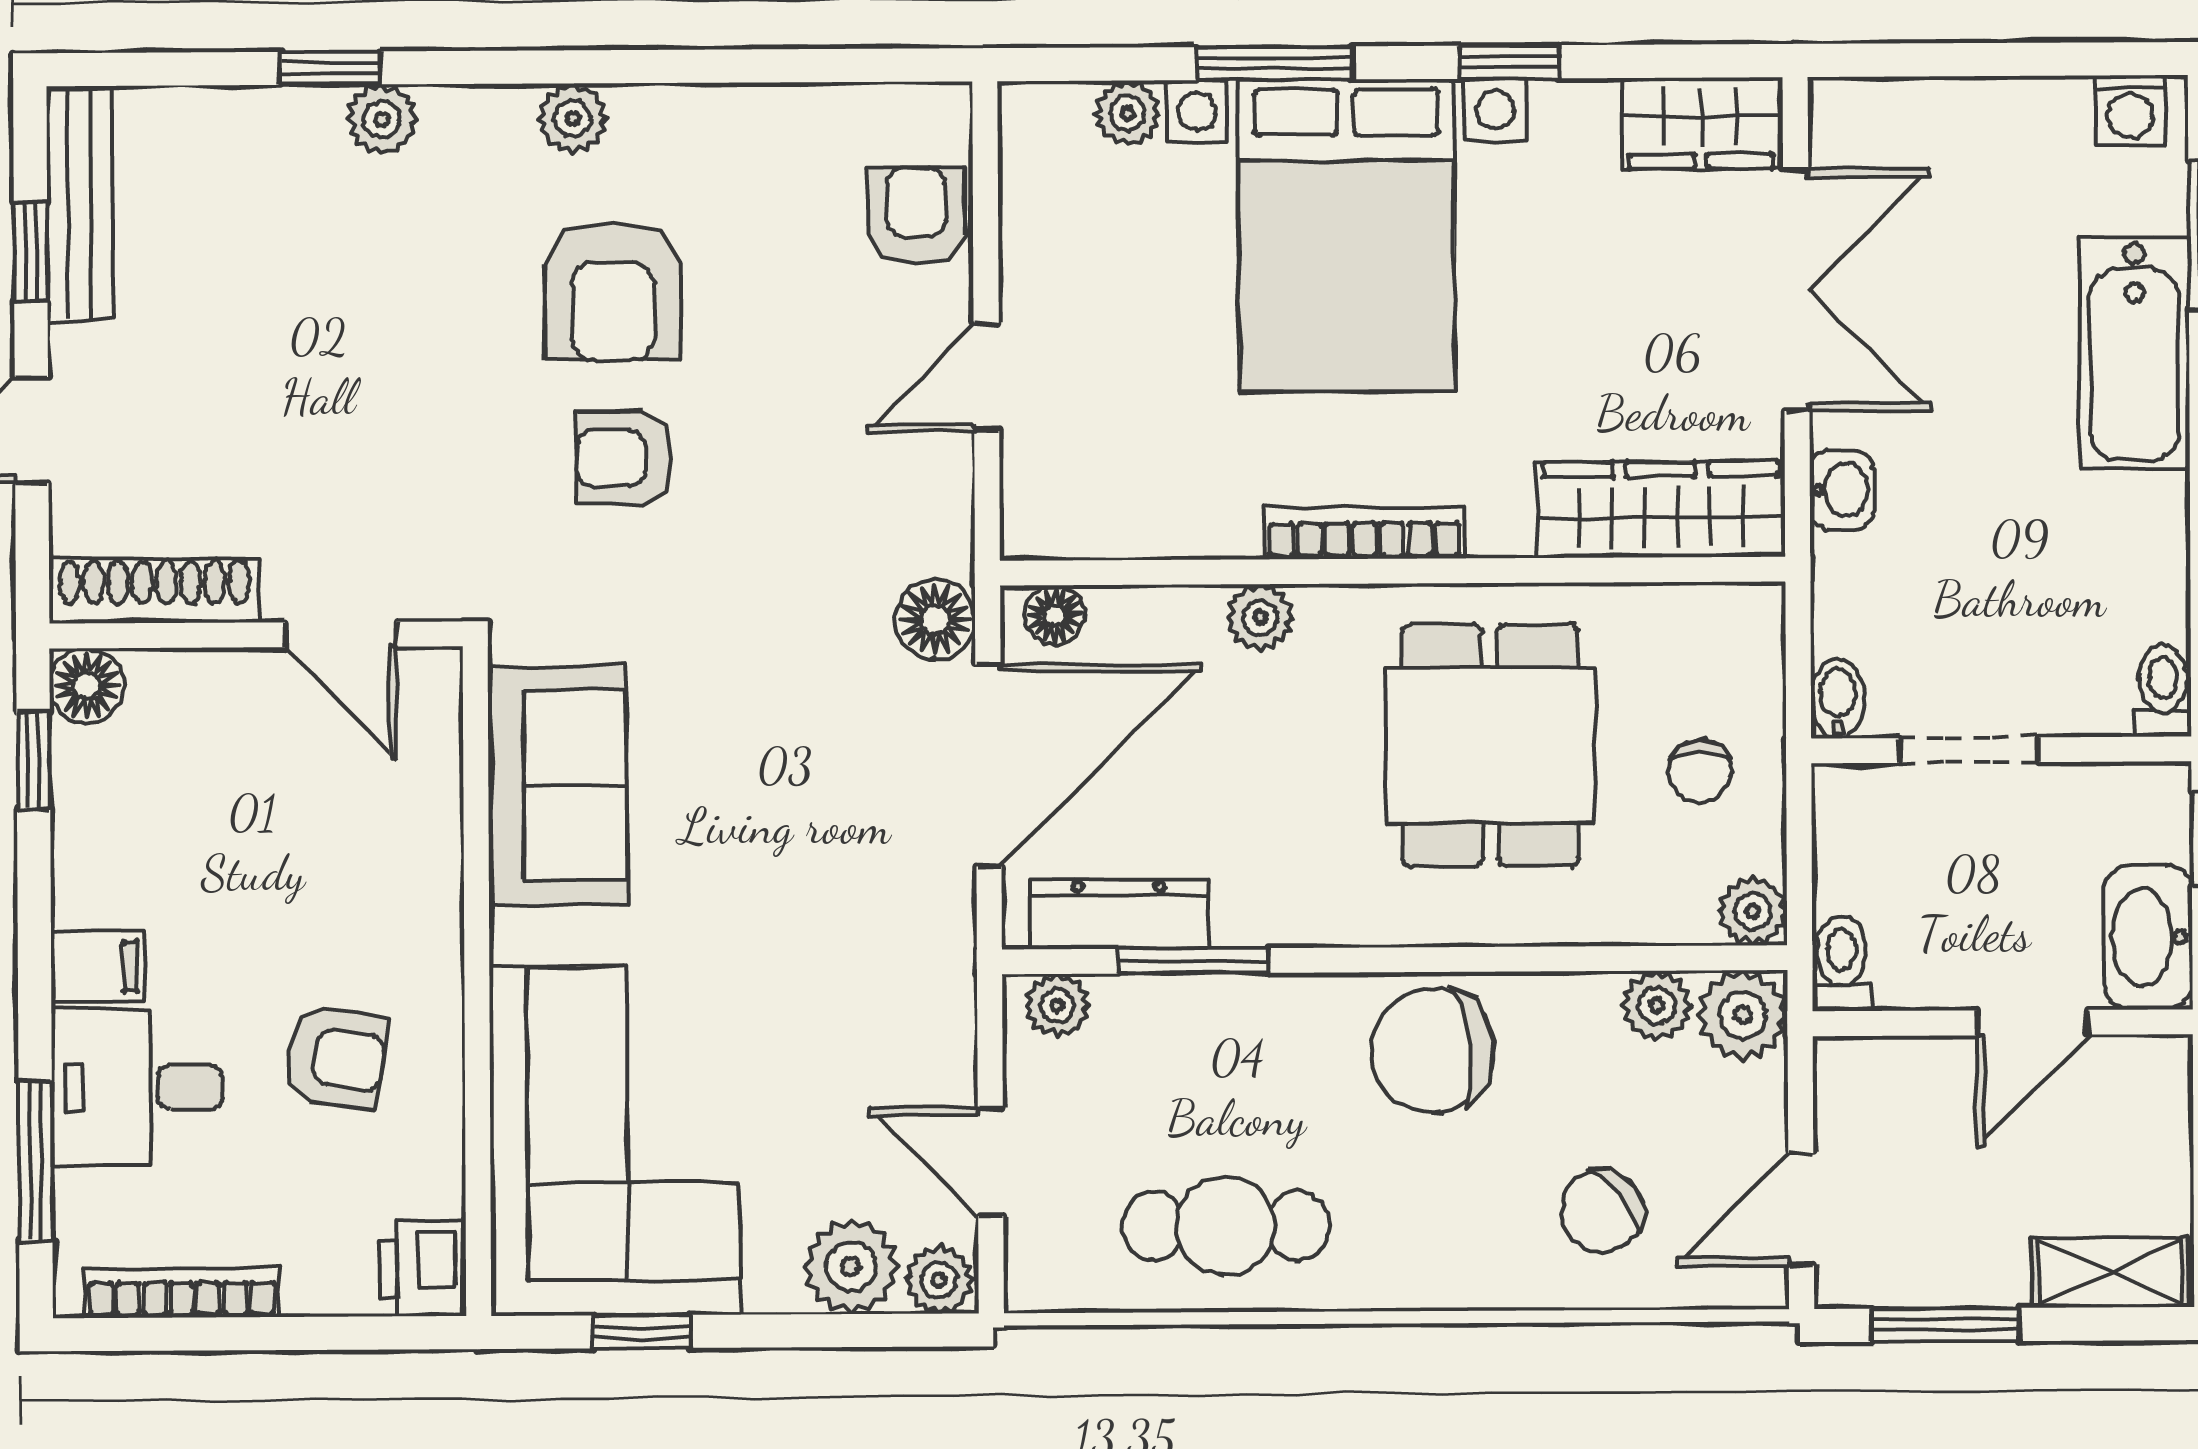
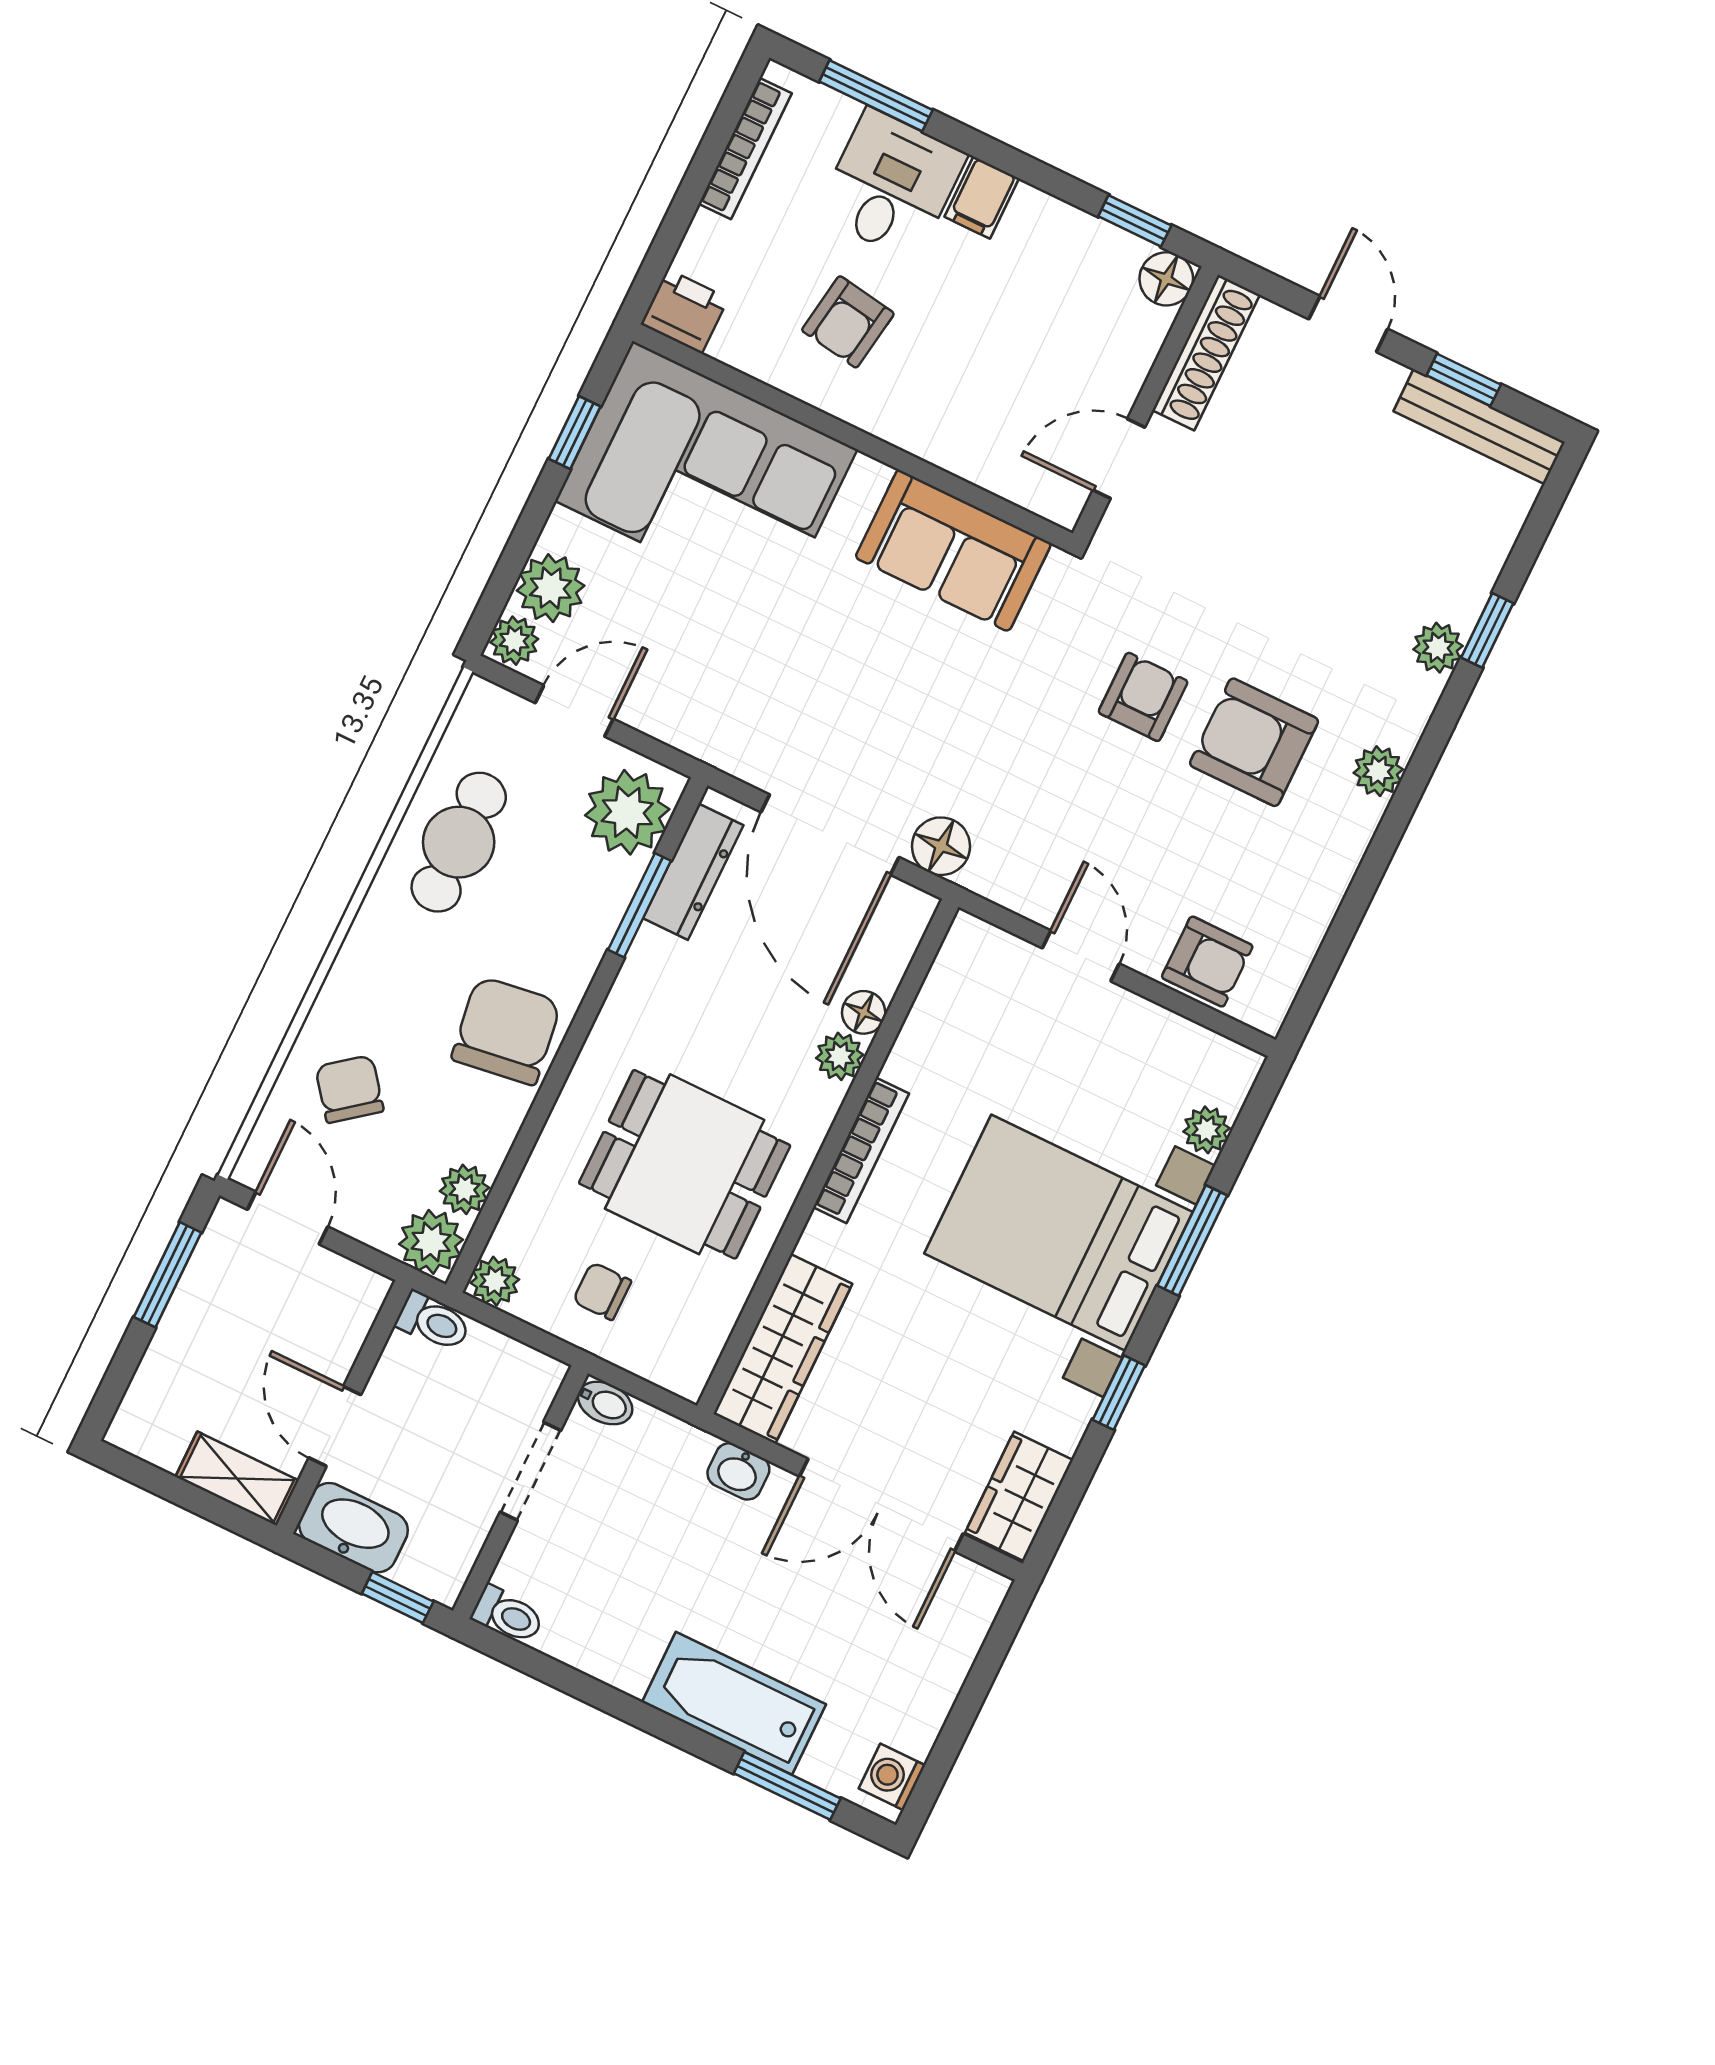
floor lamp: (1055, 615) -> (864, 1012), moved
plant: (1057, 1006) -> (627, 812), width x1.88, depth x1.88
shelving: (2110, 1272) -> (237, 1479), moved, turned 90

